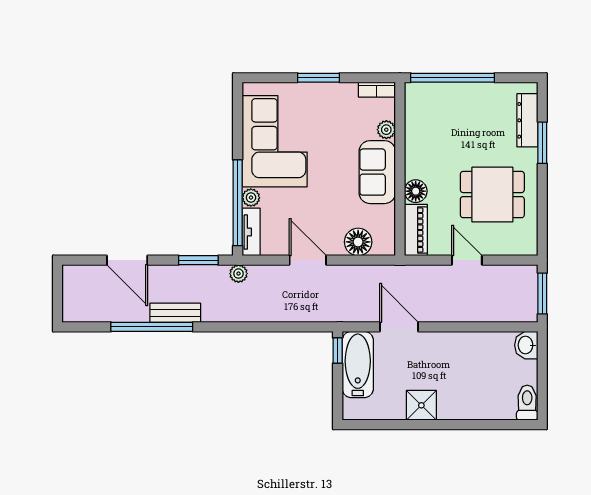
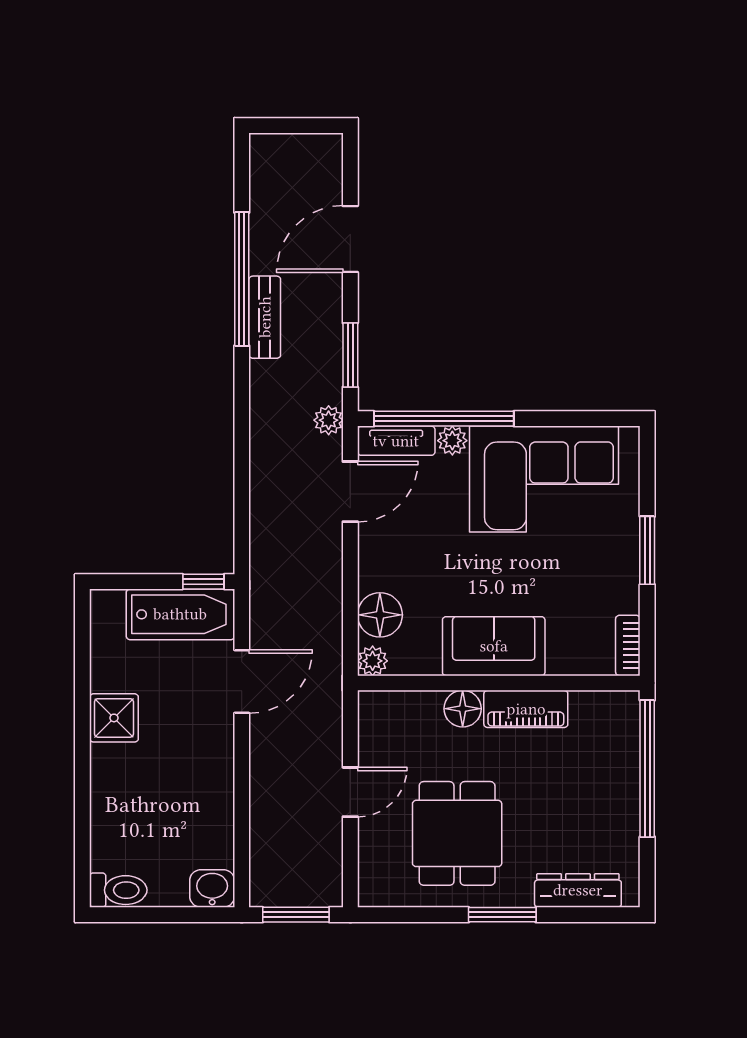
plant: (386, 130) -> (373, 661), moved
window: (542, 143) -> (502, 915), moved
piano: (416, 230) -> (526, 709), moved
door: (308, 260) -> (350, 492), moved

